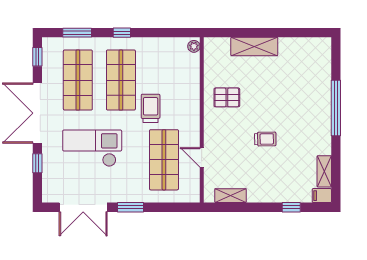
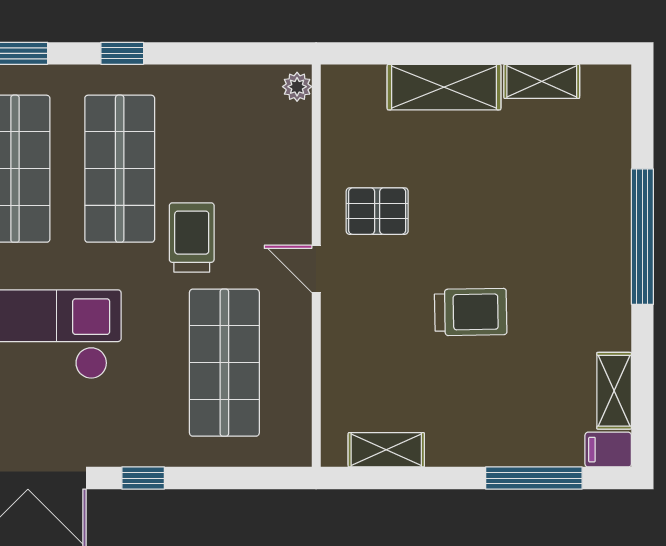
shelving: (294, 44) -> (542, 81), added
trolley: (265, 139) -> (471, 312), width x1.36, depth x1.39
door: (202, 157) -> (316, 269), moved
window: (131, 207) -> (143, 478), width x0.67
window: (291, 207) -> (534, 478), width x2.17

